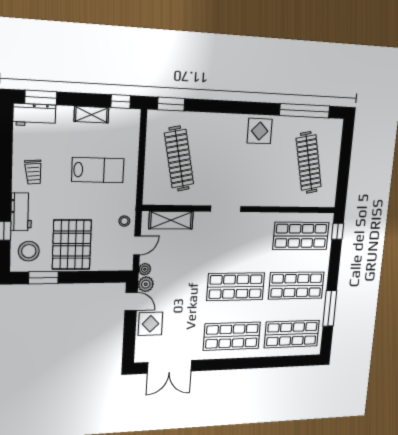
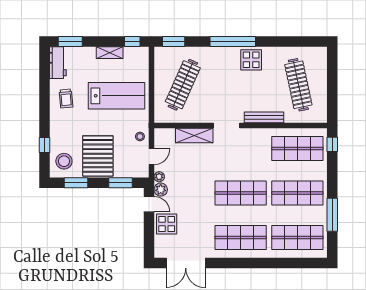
window: (305, 111) -> (233, 41), moved
workbench: (34, 115) -> (58, 63), moved, turned -90
clothes rail: (179, 159) -> (183, 85), turned 36
lab bench: (98, 170) -> (116, 96), width x1.36, depth x1.39
bench: (268, 200) -> (264, 117), added
workbench: (21, 212) -> (57, 130), removed
shelving: (171, 220) -> (194, 135), moved
window: (98, 277) -> (121, 183), added

